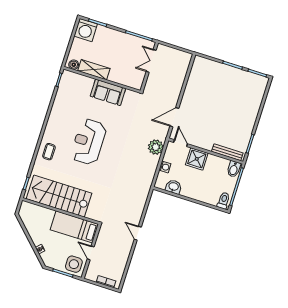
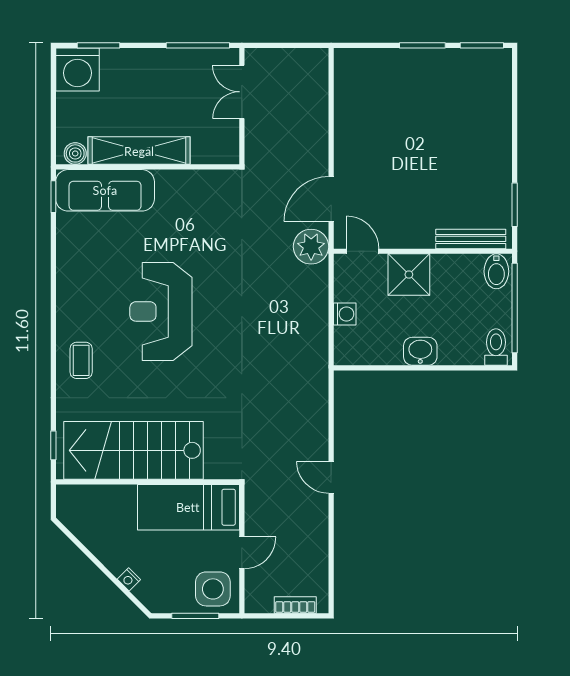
shelving: (94, 70) -> (139, 151), width x1.47
sofa: (108, 92) -> (105, 190), moved, width x1.36
plant: (156, 147) -> (311, 247), moved
washbasin: (174, 187) -> (420, 351), moved
door: (91, 253) -> (242, 553), swing flipped

